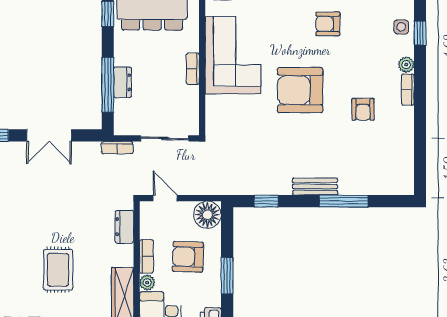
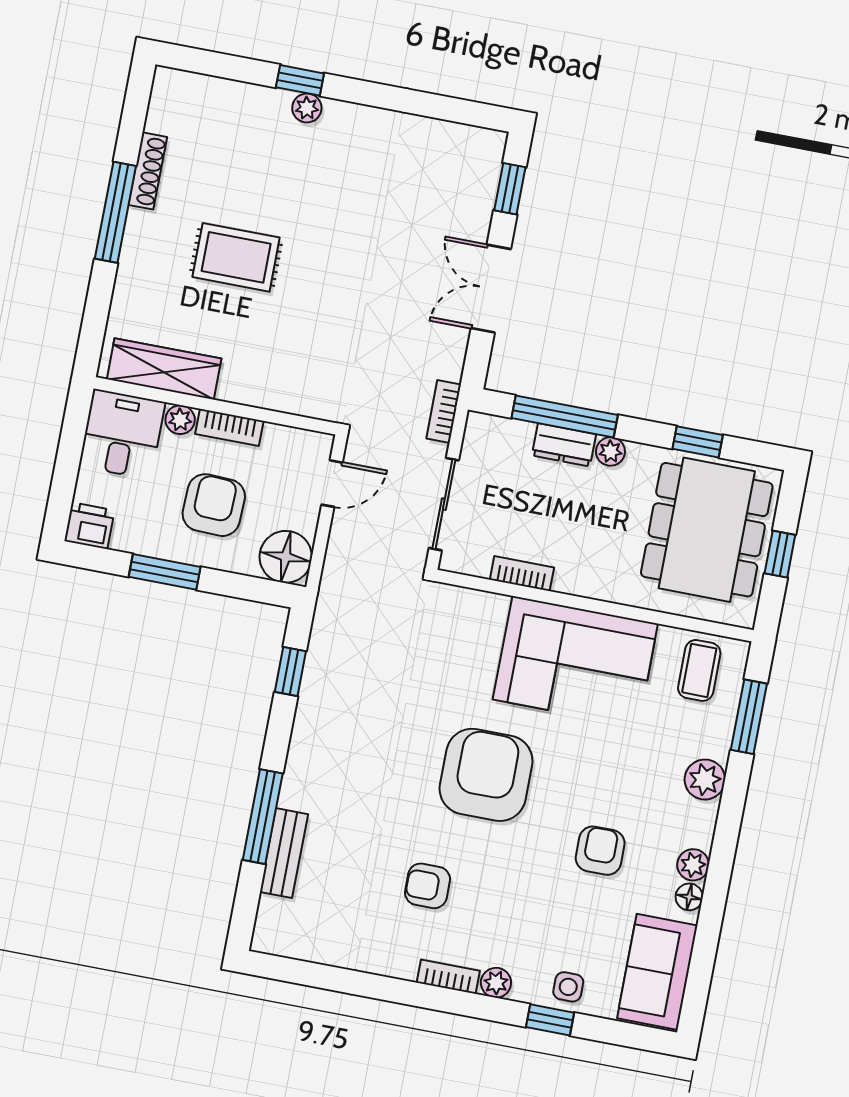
plant: (121, 58) -> (610, 451), added
bookcase: (193, 69) -> (522, 574), moved
bench: (315, 186) -> (284, 853), moved
dresser: (124, 227) -> (293, 397), removed

